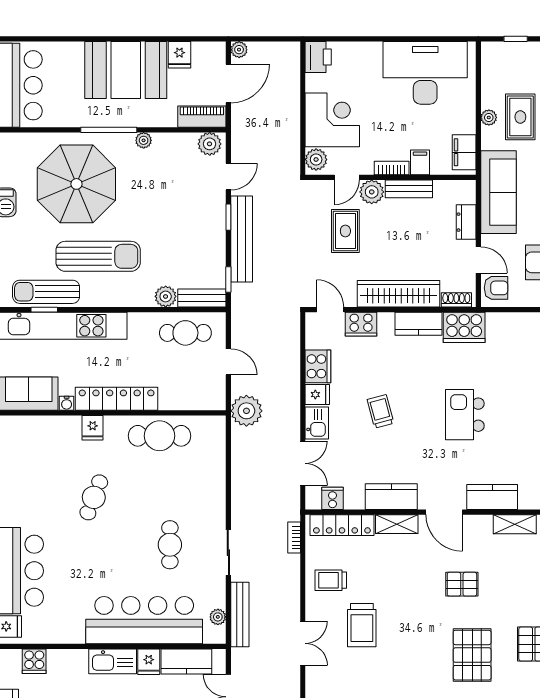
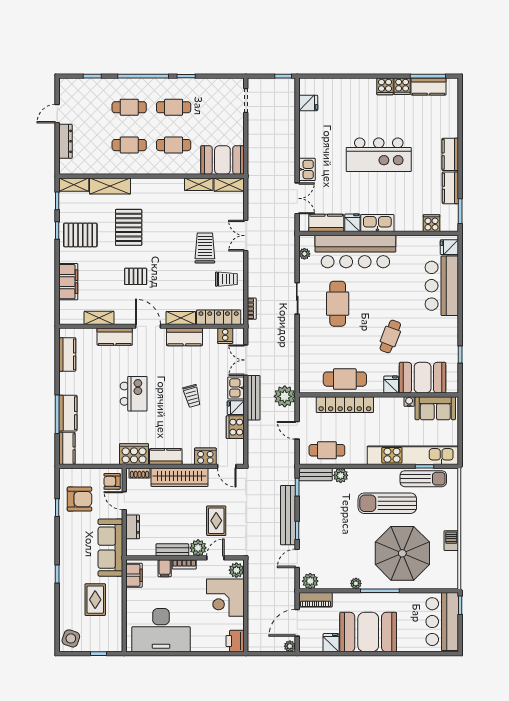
plant: (489, 118) -> (117, 599), removed
locker: (117, 399) -> (345, 405), moved
booth: (47, 438) -> (423, 378), added
cafe table: (170, 545) -> (338, 304), width x1.37, depth x1.35
bench: (240, 615) -> (254, 398), moved

